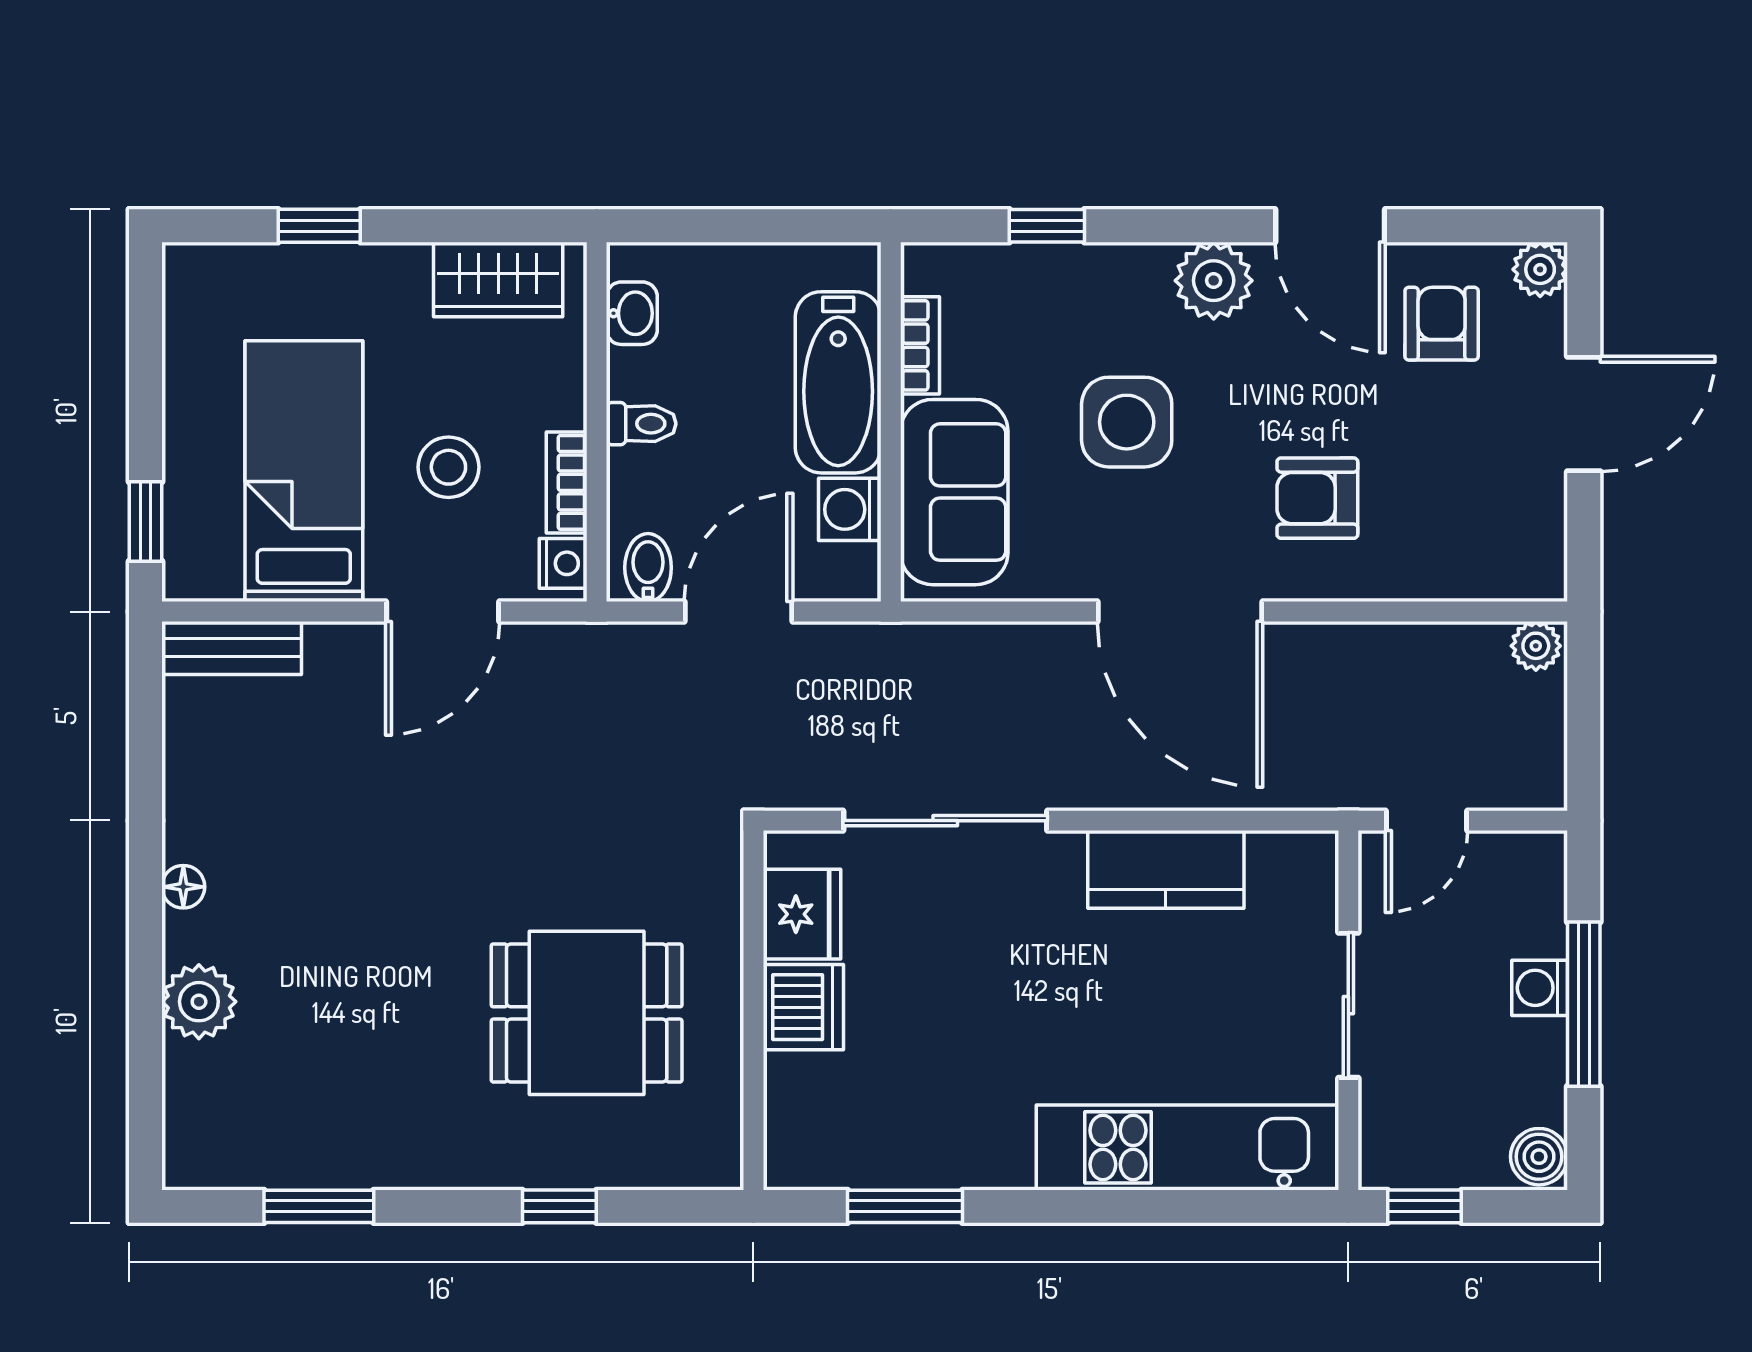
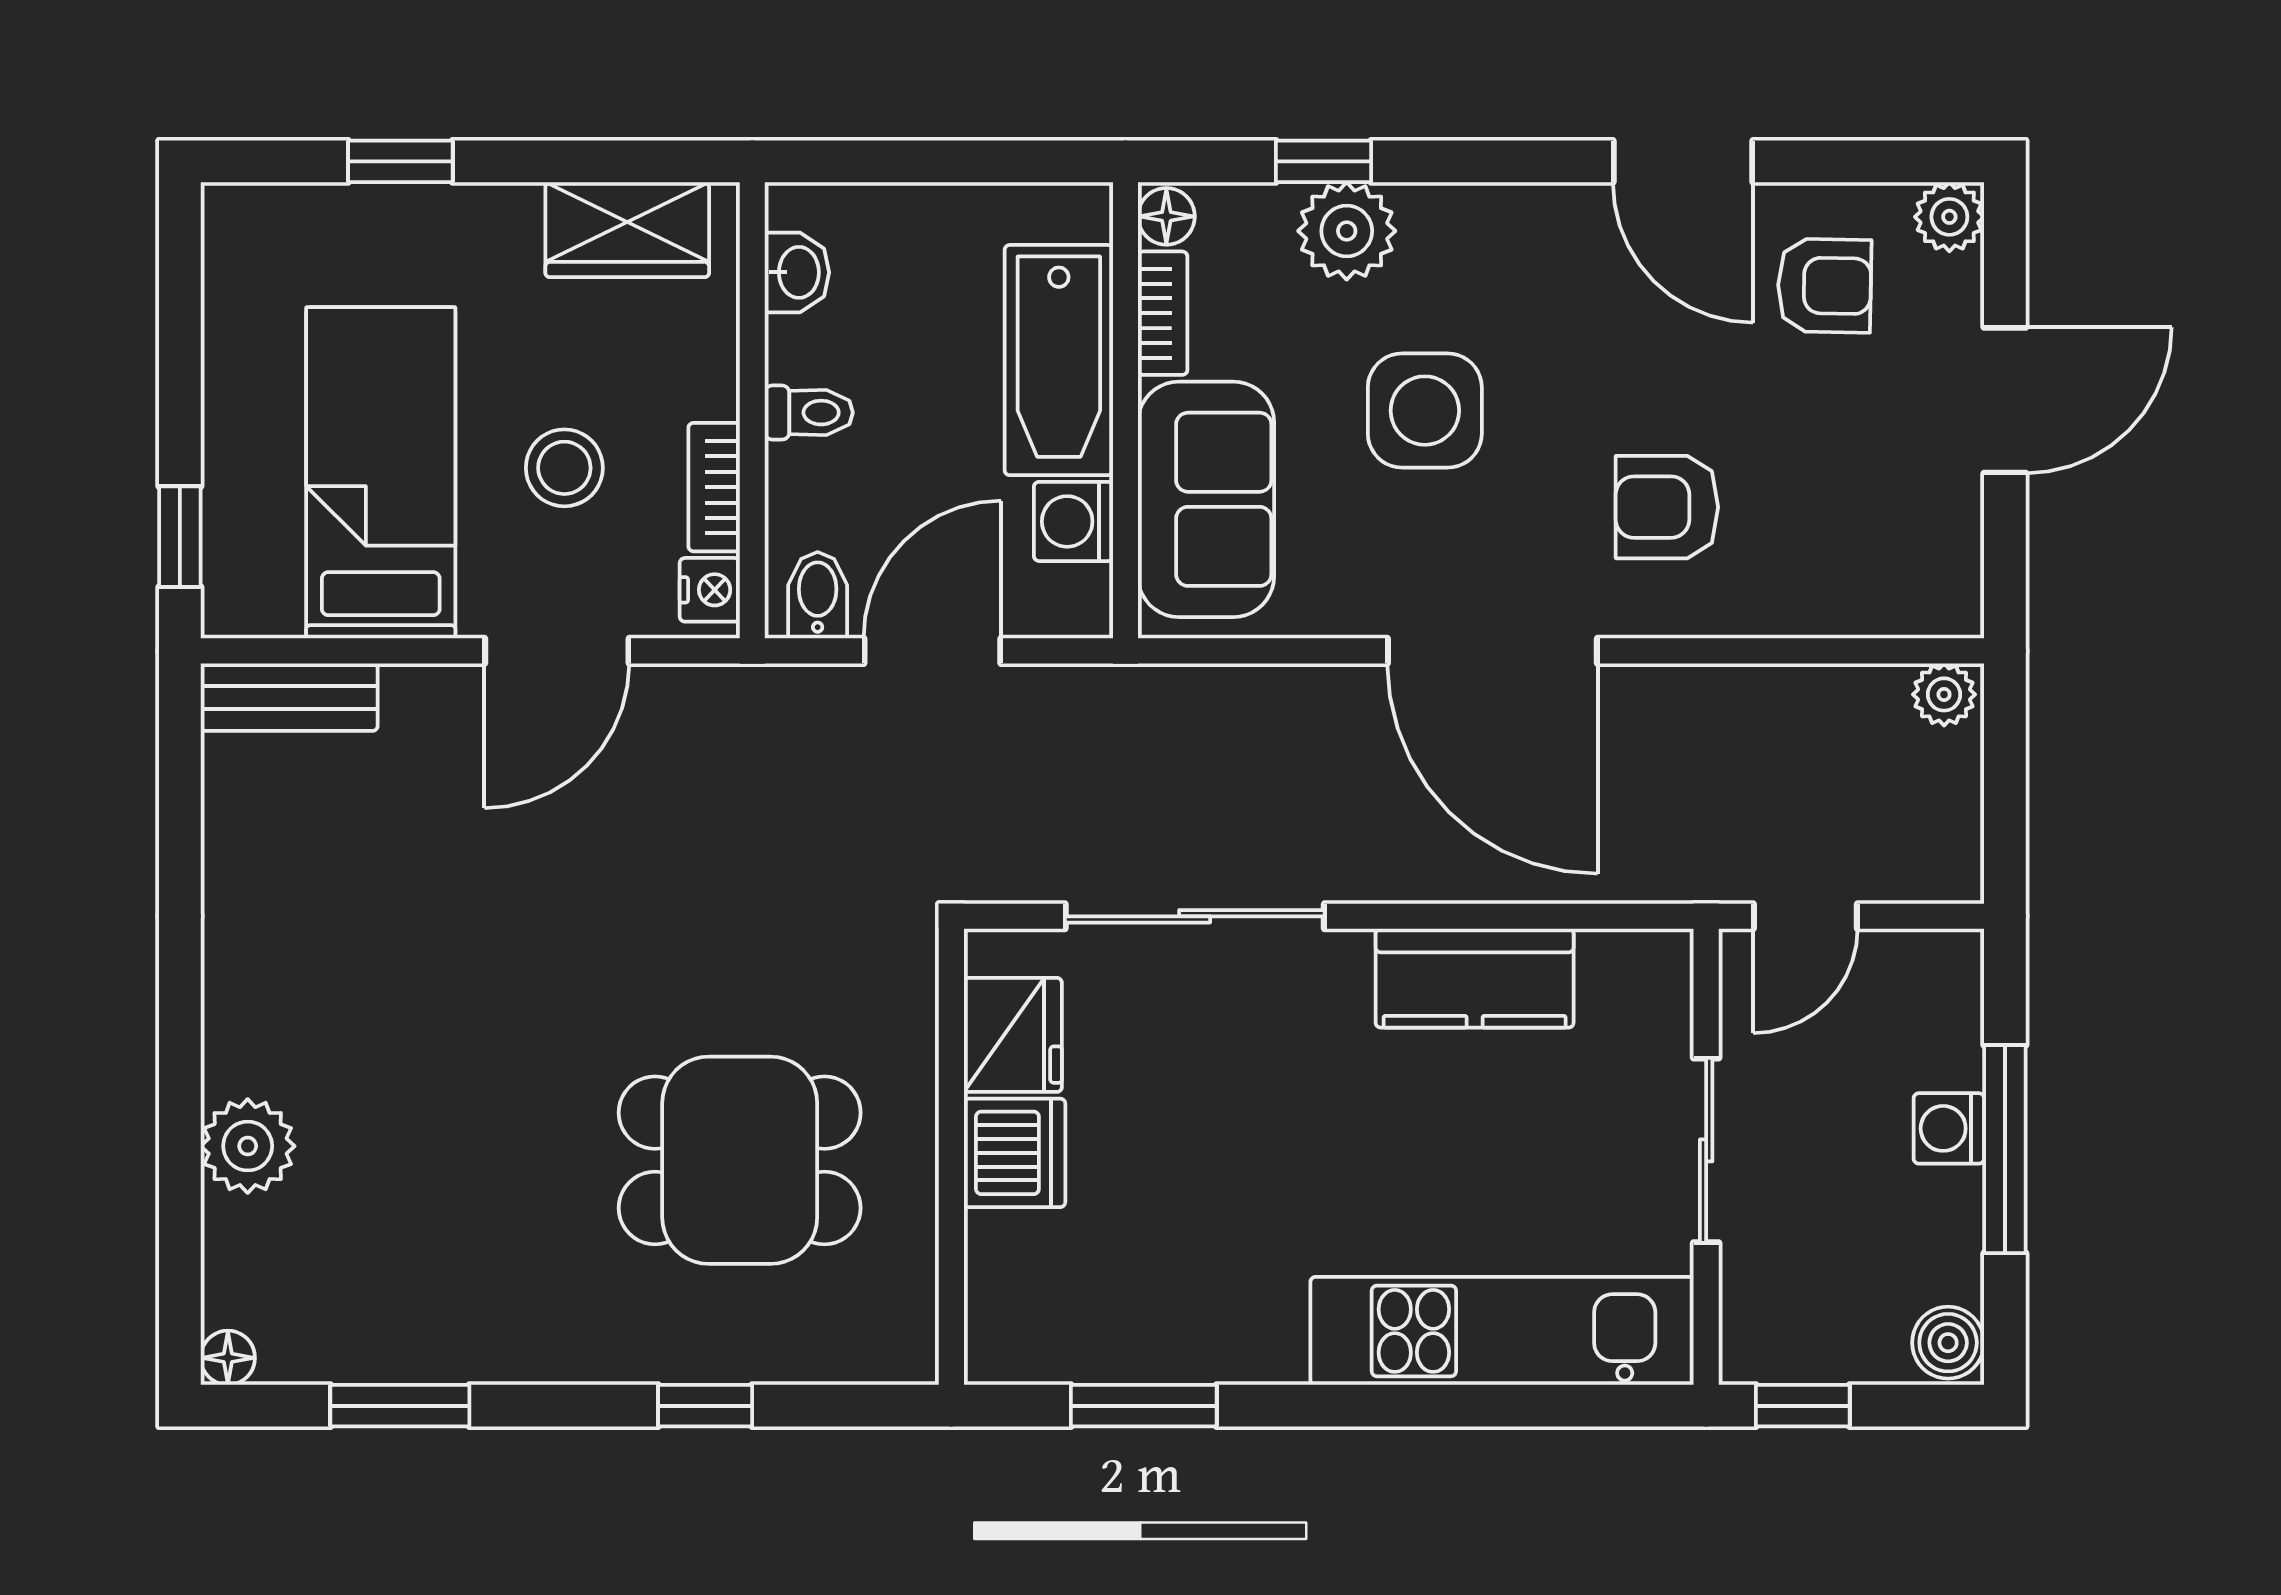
floor lamp: (923, 269) -> (1166, 216), added
plant: (1214, 281) -> (1347, 231), moved
armchair: (1442, 324) -> (1824, 286), turned 91
floor lamp: (183, 887) -> (228, 1358), moved

